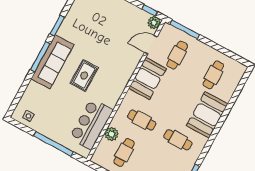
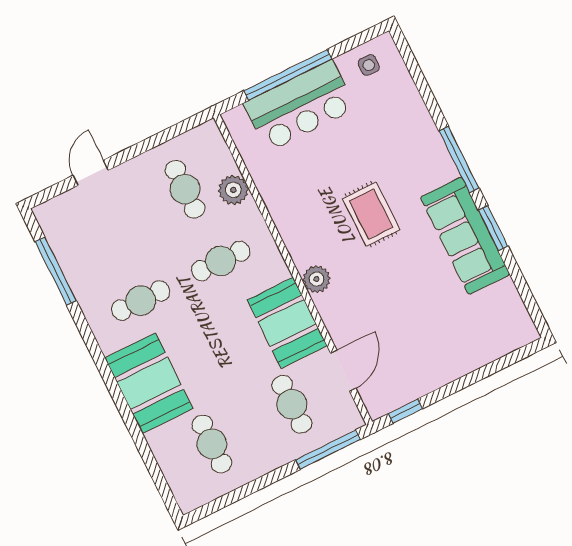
plant: (154, 23) -> (317, 279), moved
sofa: (52, 62) -> (465, 236), moved
bar counter: (91, 124) -> (300, 106), moved, turned 90

